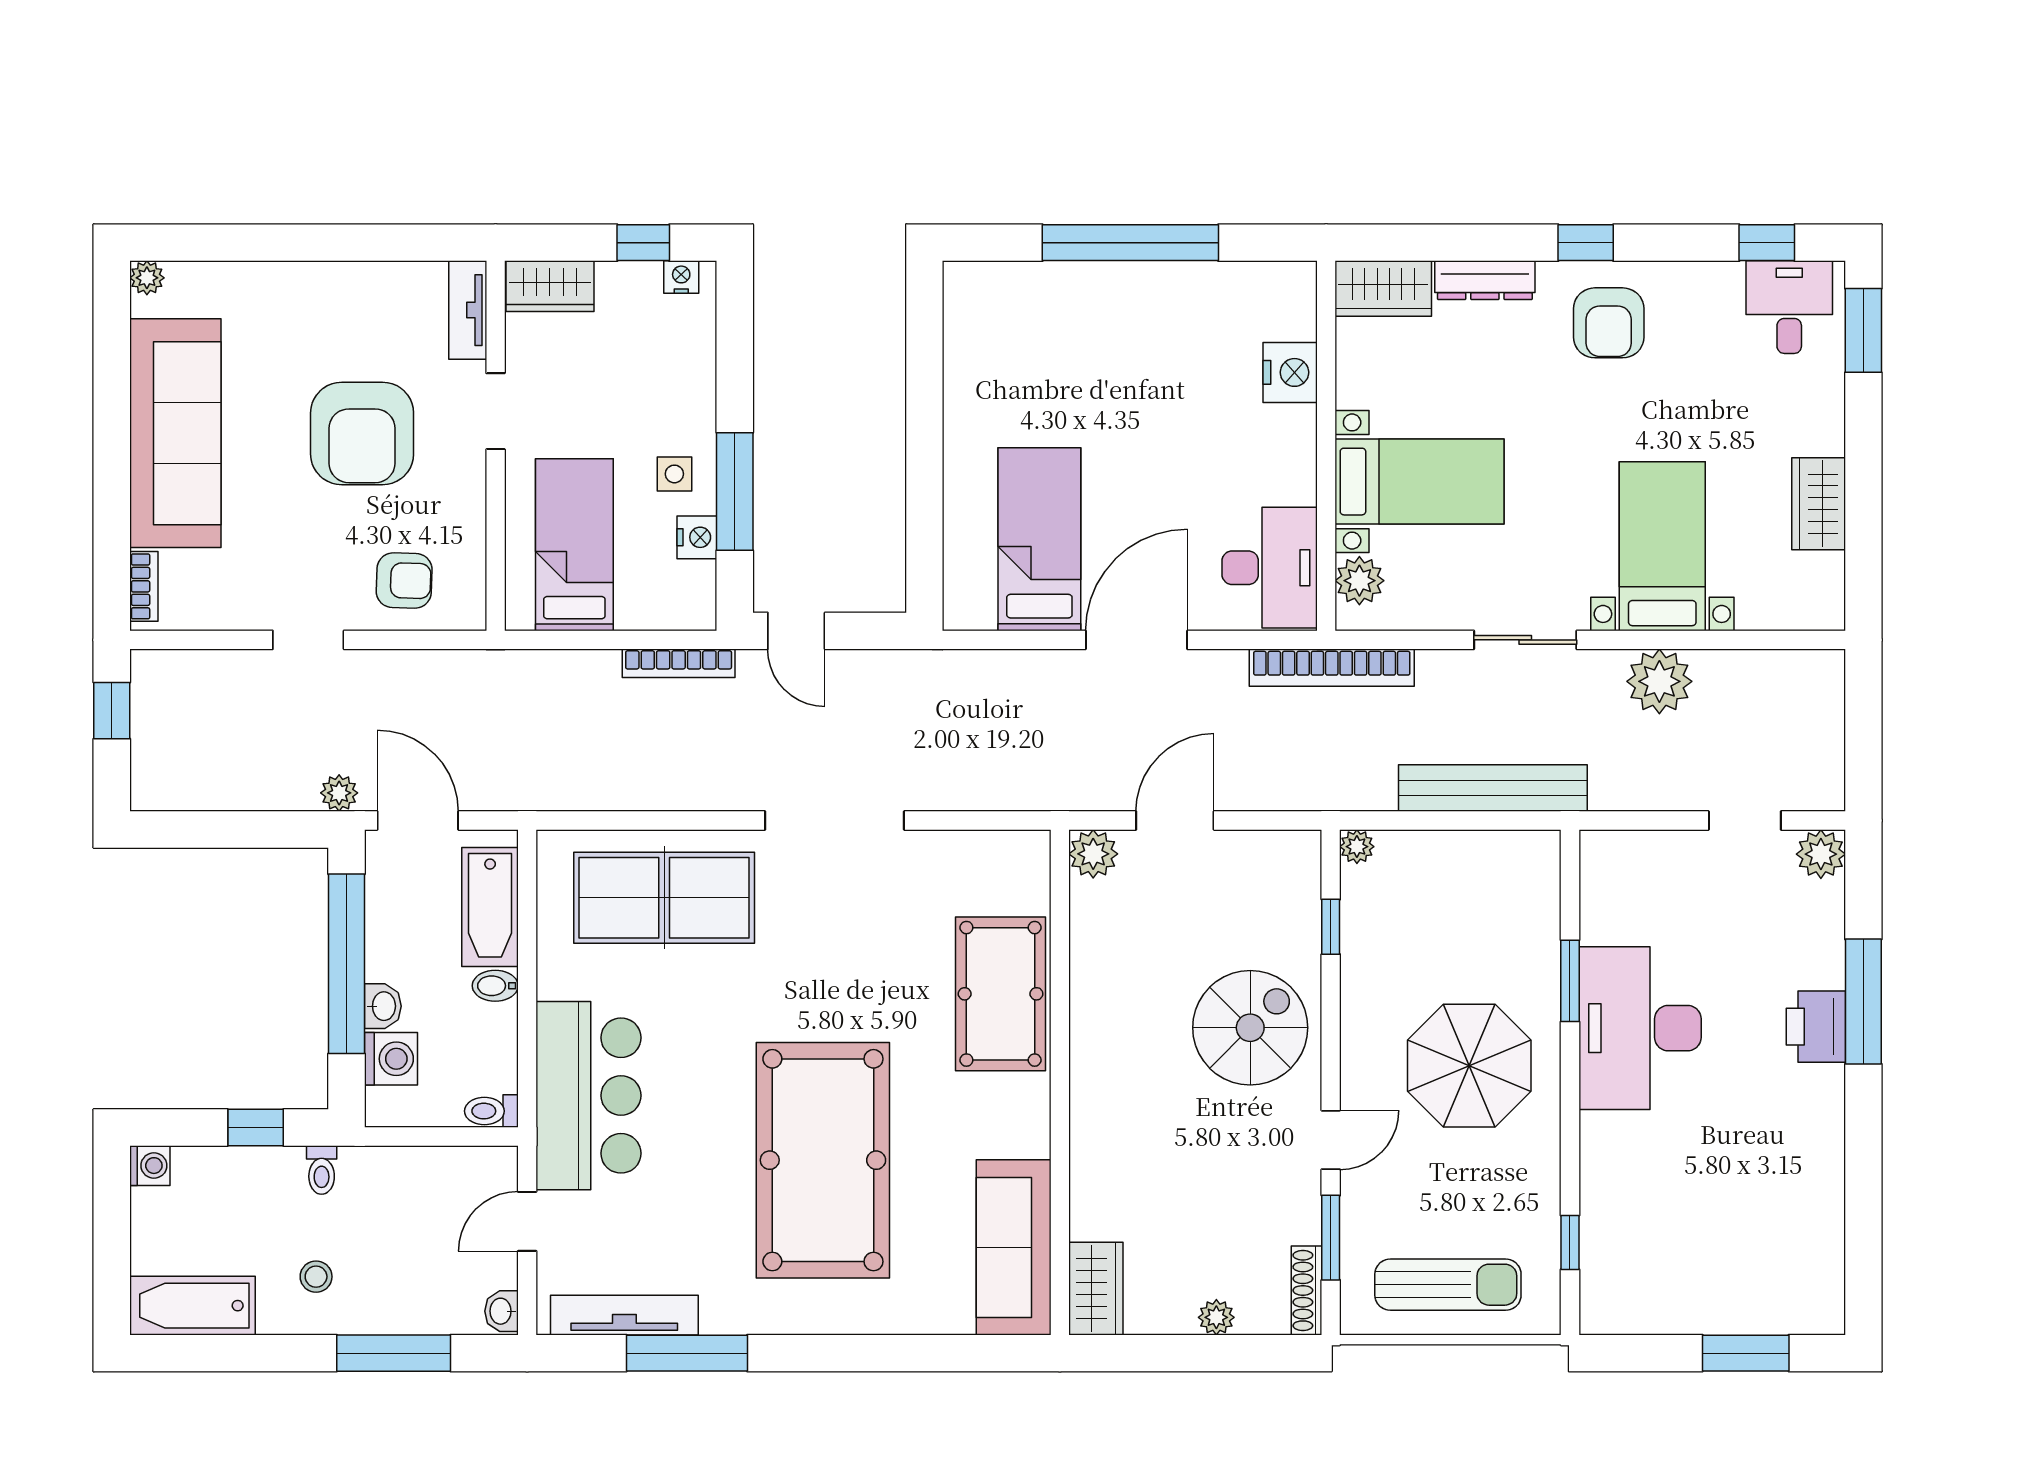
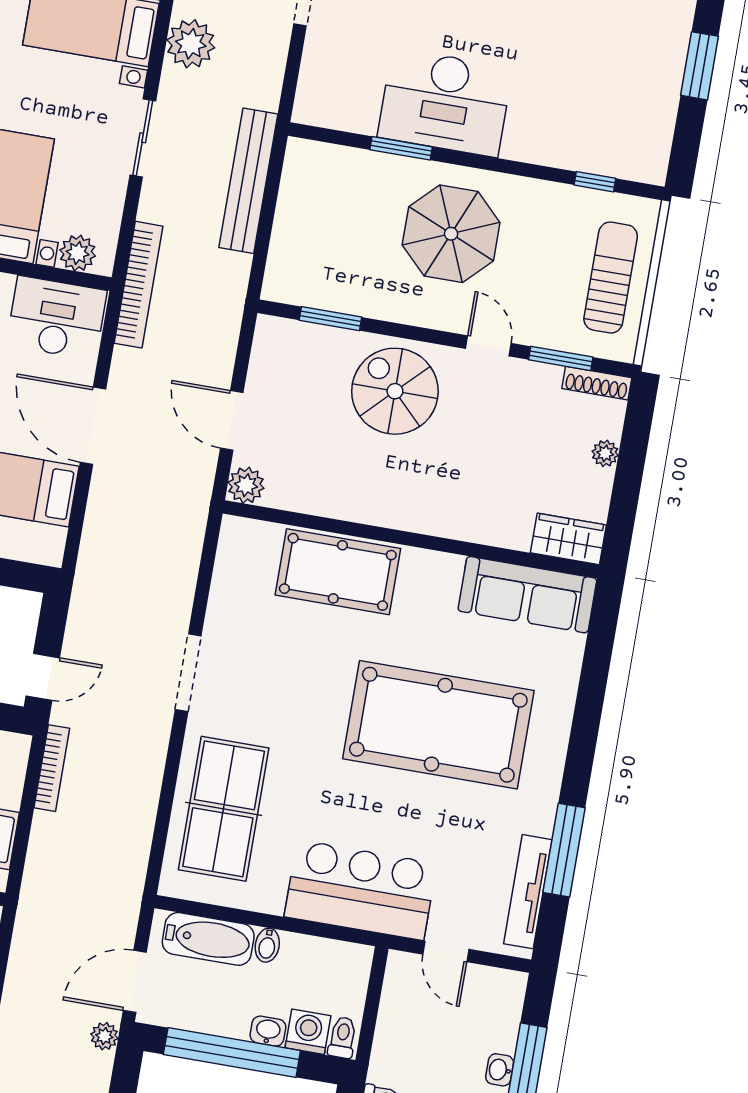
doorway: (835, 820) -> (188, 673), width x0.73
plant: (1357, 847) -> (274, 289), removed
window: (1331, 927) -> (330, 319), width x1.50
toilet: (491, 1111) -> (342, 1037), moved, turned 180
washbasin: (502, 1311) -> (500, 1070), moved, turned 90

